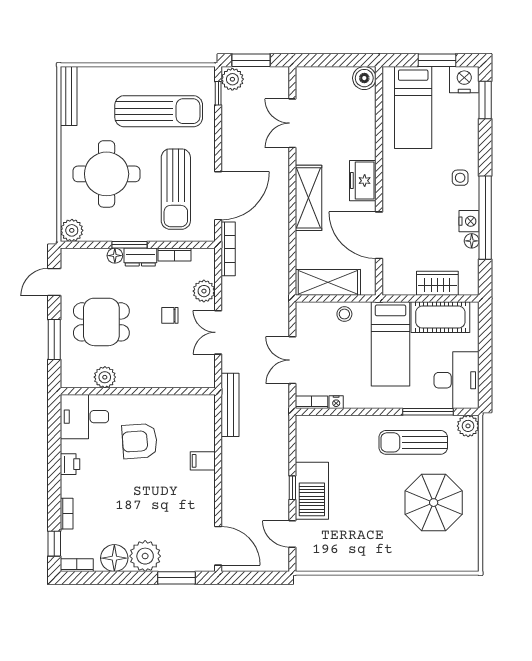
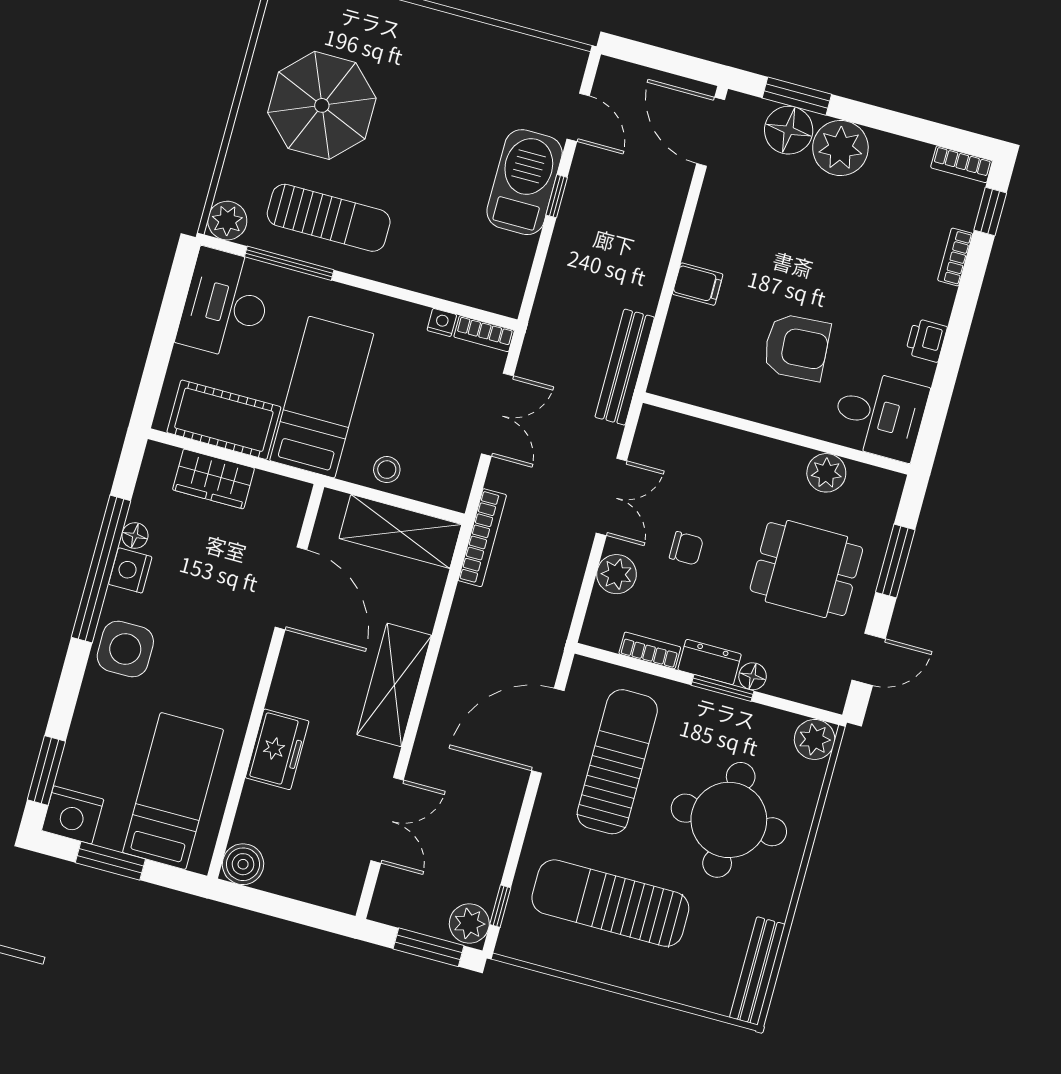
side table: (460, 178) -> (125, 649), width x1.87, depth x1.87
freezer: (363, 181) -> (277, 749), moved
bookcase: (228, 249) -> (482, 538), moved, turned 180
floor lamp: (114, 558) -> (789, 130), moved

